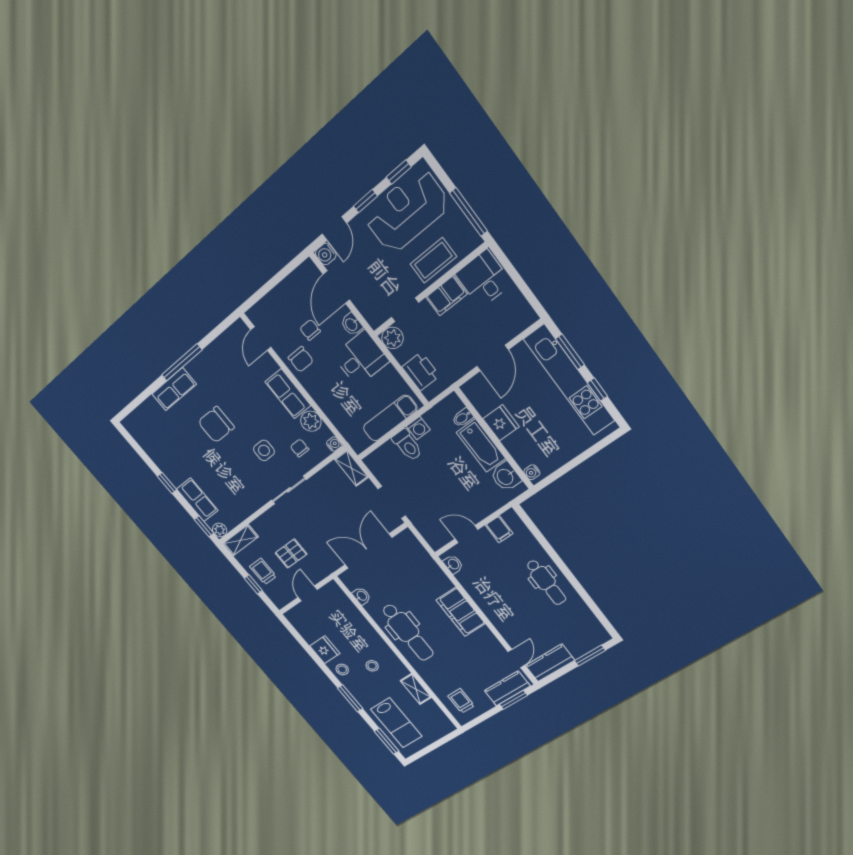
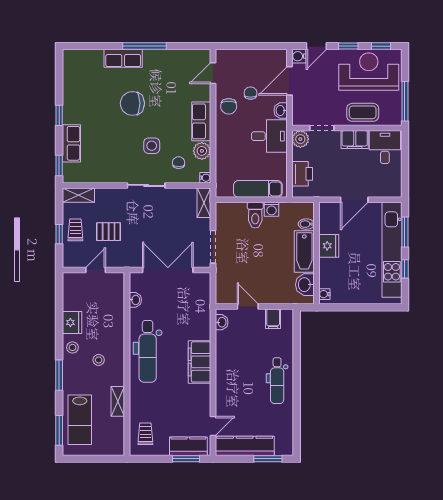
plant: (220, 530) -> (69, 177), removed
kitchen counter: (550, 663) -> (245, 446), width x1.50

